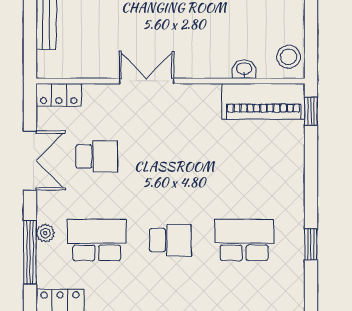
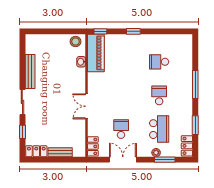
school desk: (97, 240) -> (159, 129), turned 180
school desk: (244, 240) -> (159, 62), width x0.54
window: (311, 244) -> (133, 31), moved
window: (30, 252) -> (165, 160), width x0.69

